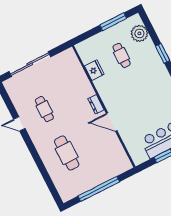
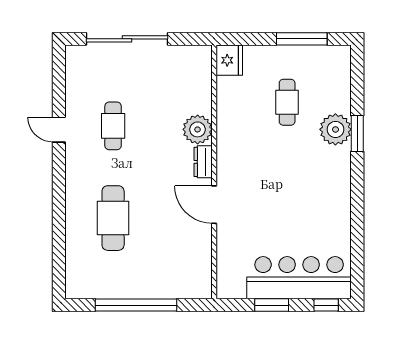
plant: (139, 33) -> (335, 129), moved
fridge: (94, 70) -> (229, 60), moved
plant: (85, 90) -> (198, 129), added

